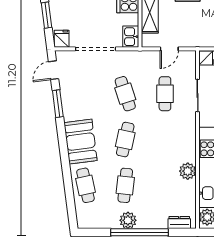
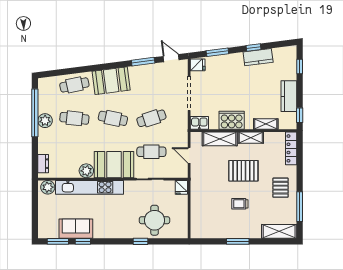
booth: (180, 138) -> (114, 165), added
window: (140, 232) -> (35, 113), moved

